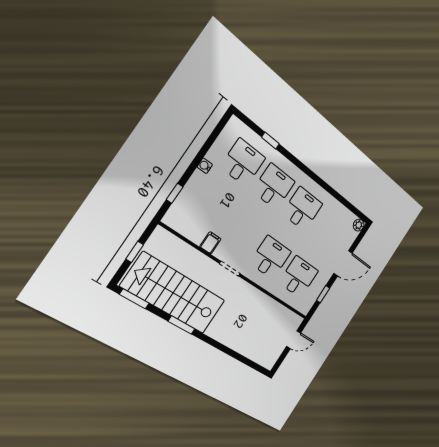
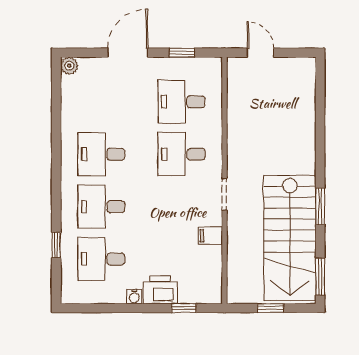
printer: (198, 186) -> (160, 290), added
door: (343, 263) -> (128, 53), hinge flipped

